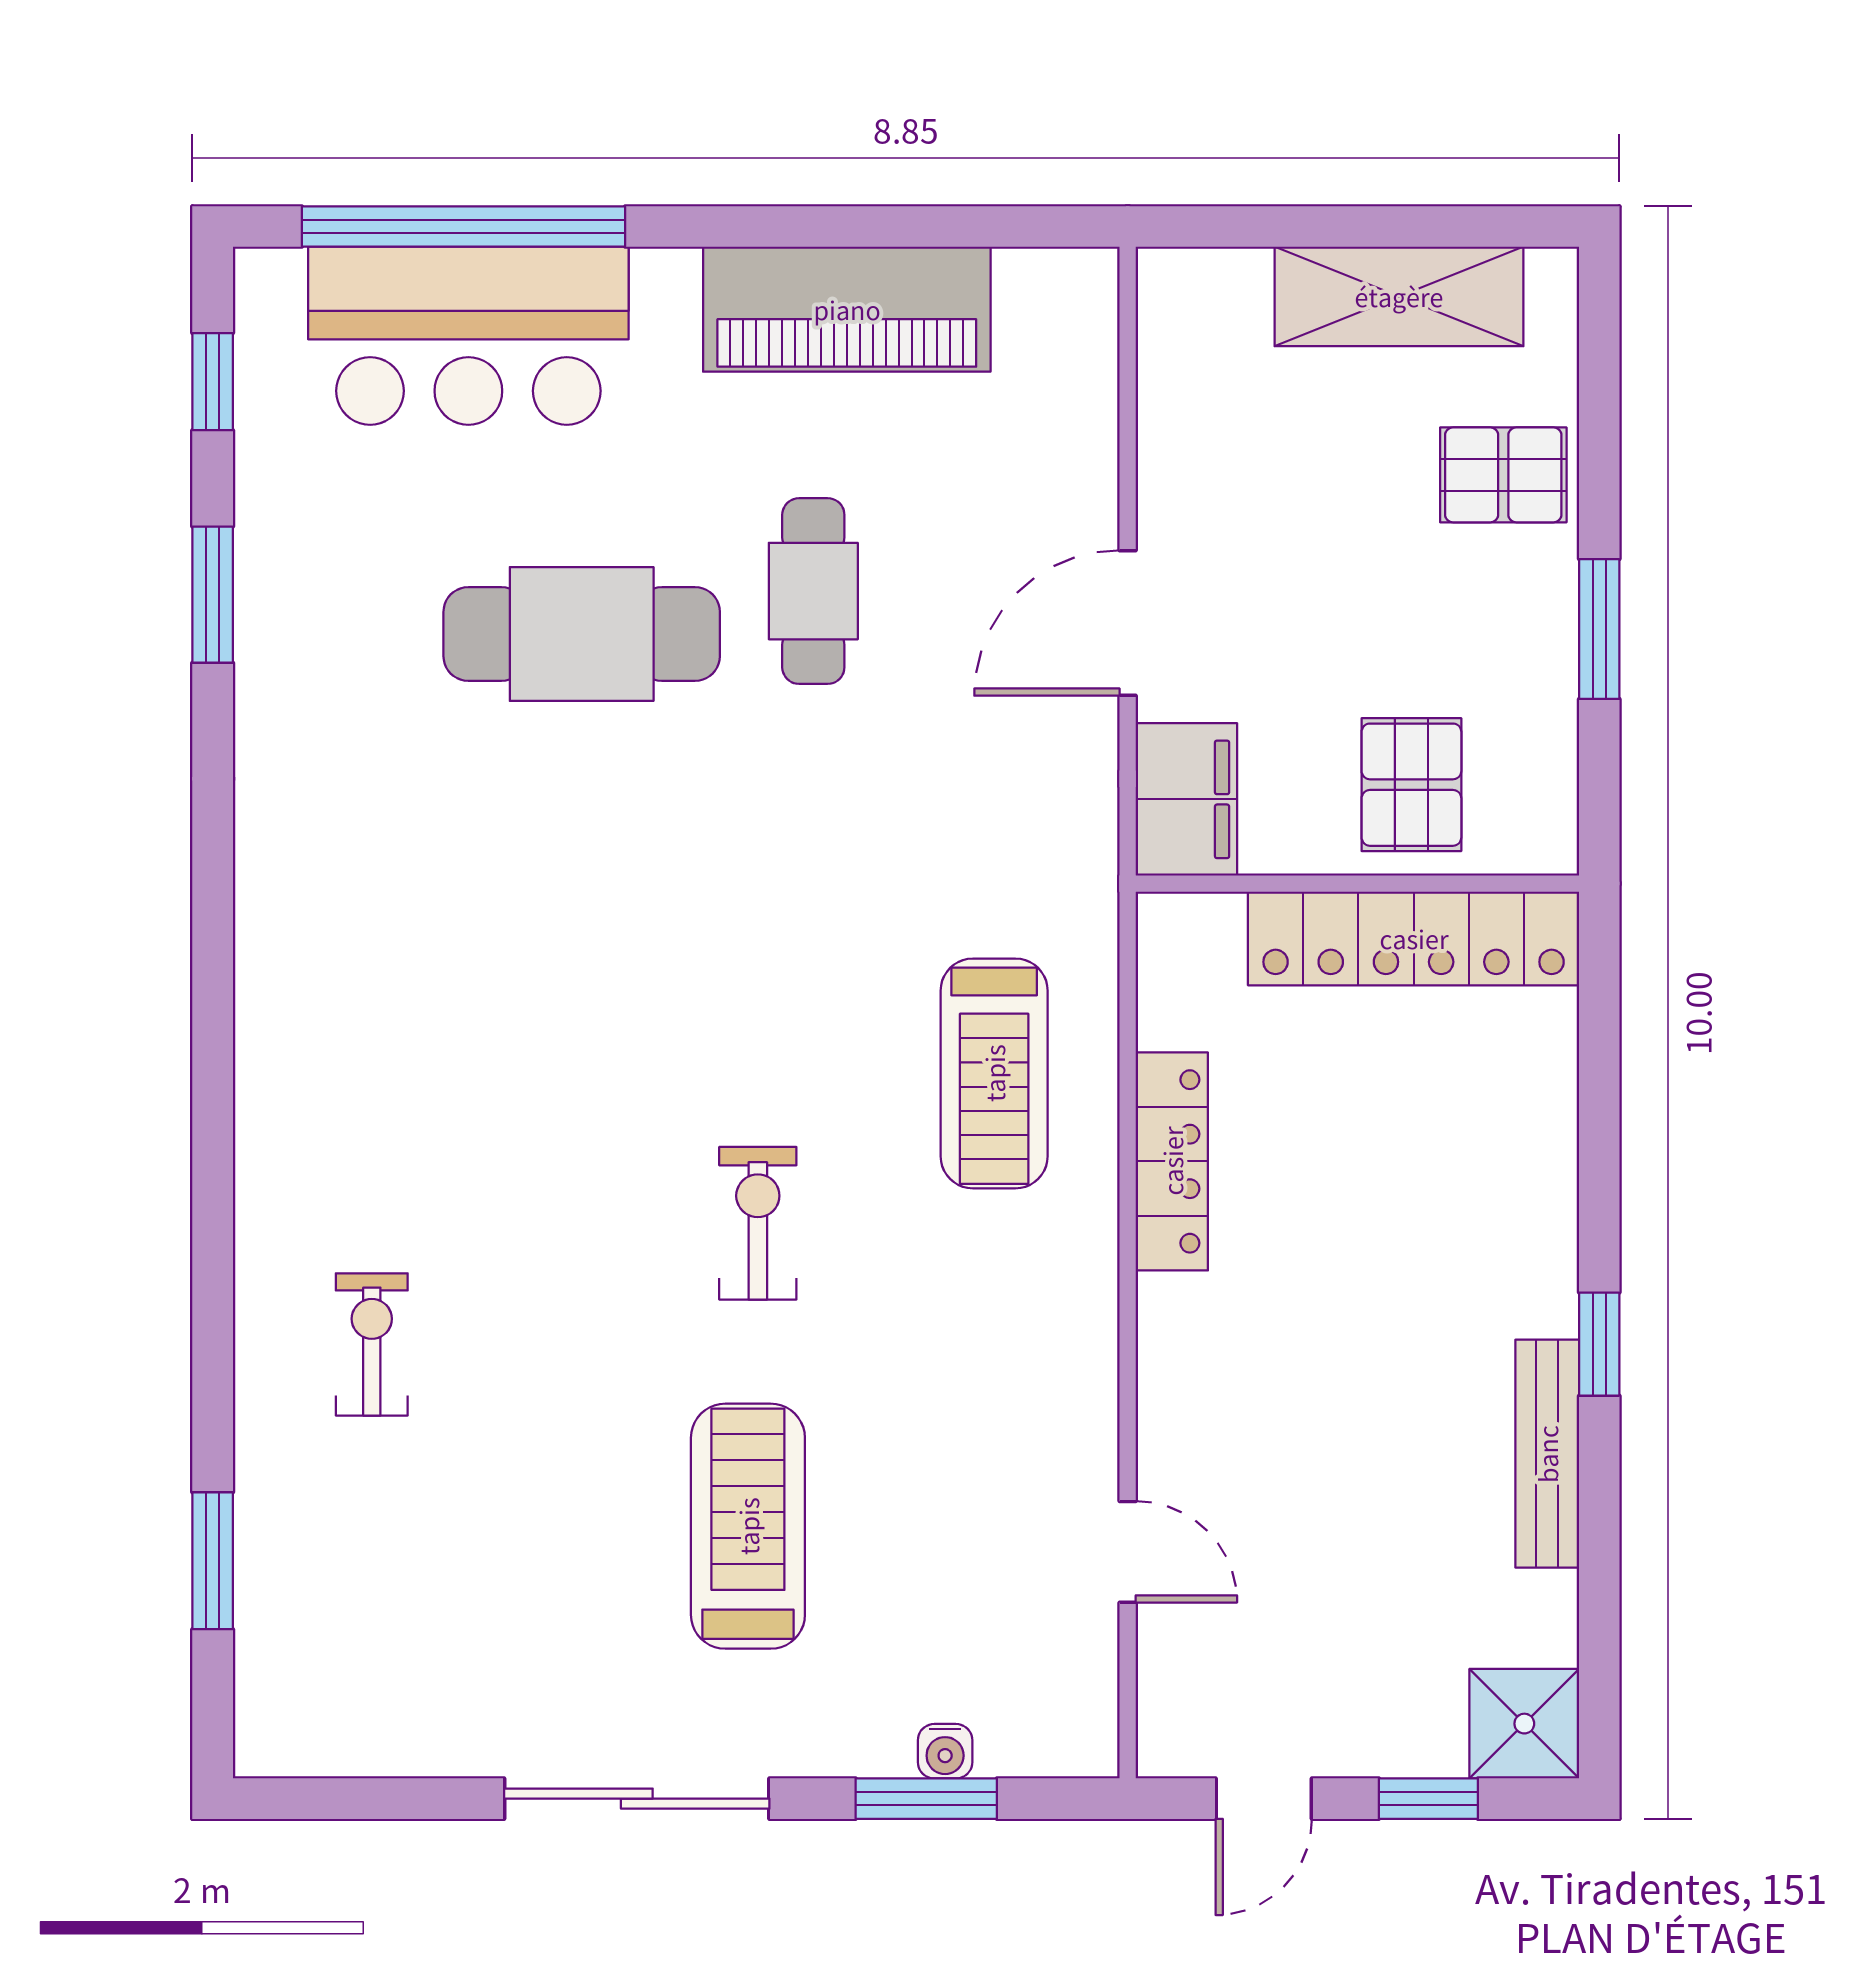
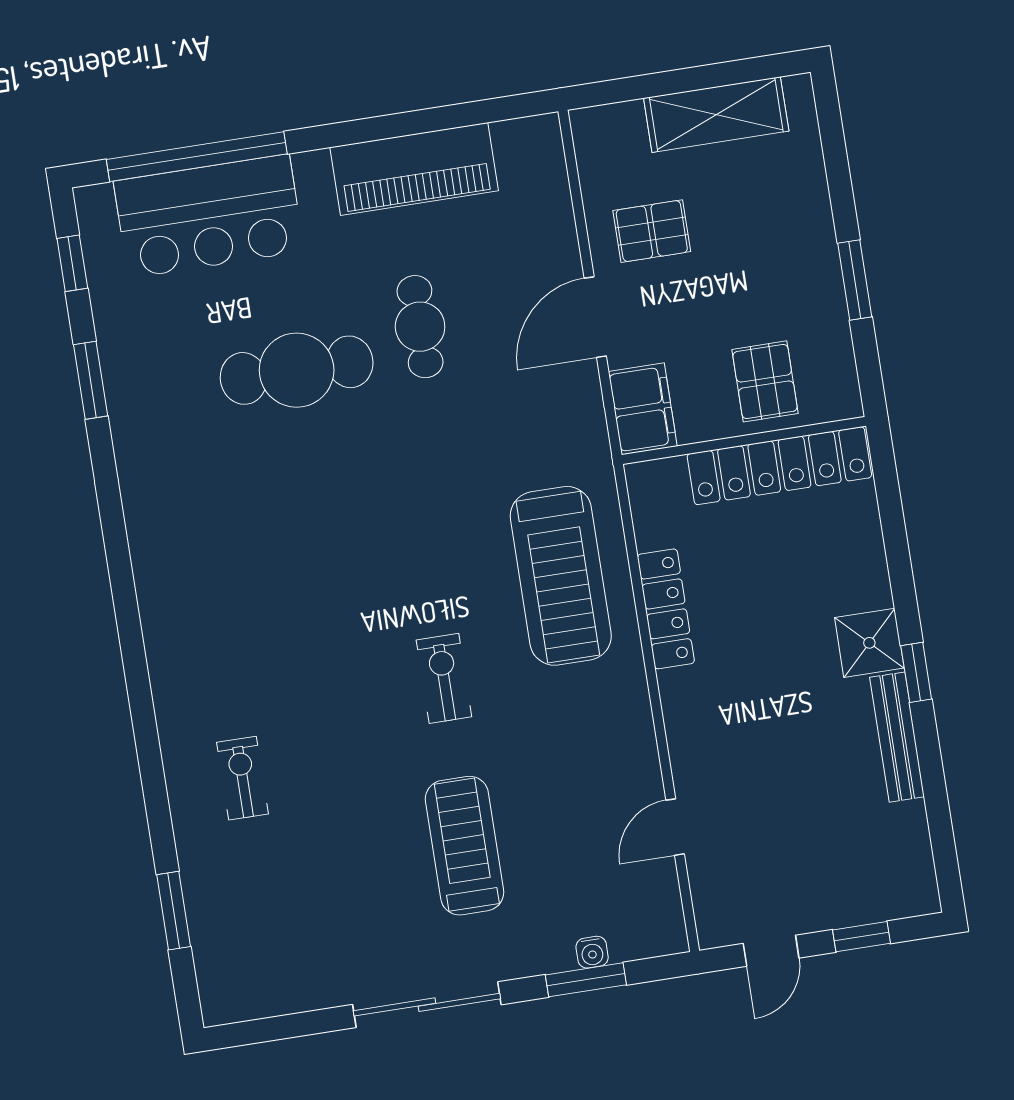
pallet: (1503, 475) -> (652, 231), moved
treadmill: (994, 1073) -> (561, 576), width x1.37, depth x1.38
door: (1128, 1552) -> (675, 827), swing flipped
shower: (1524, 1724) -> (869, 643), moved

